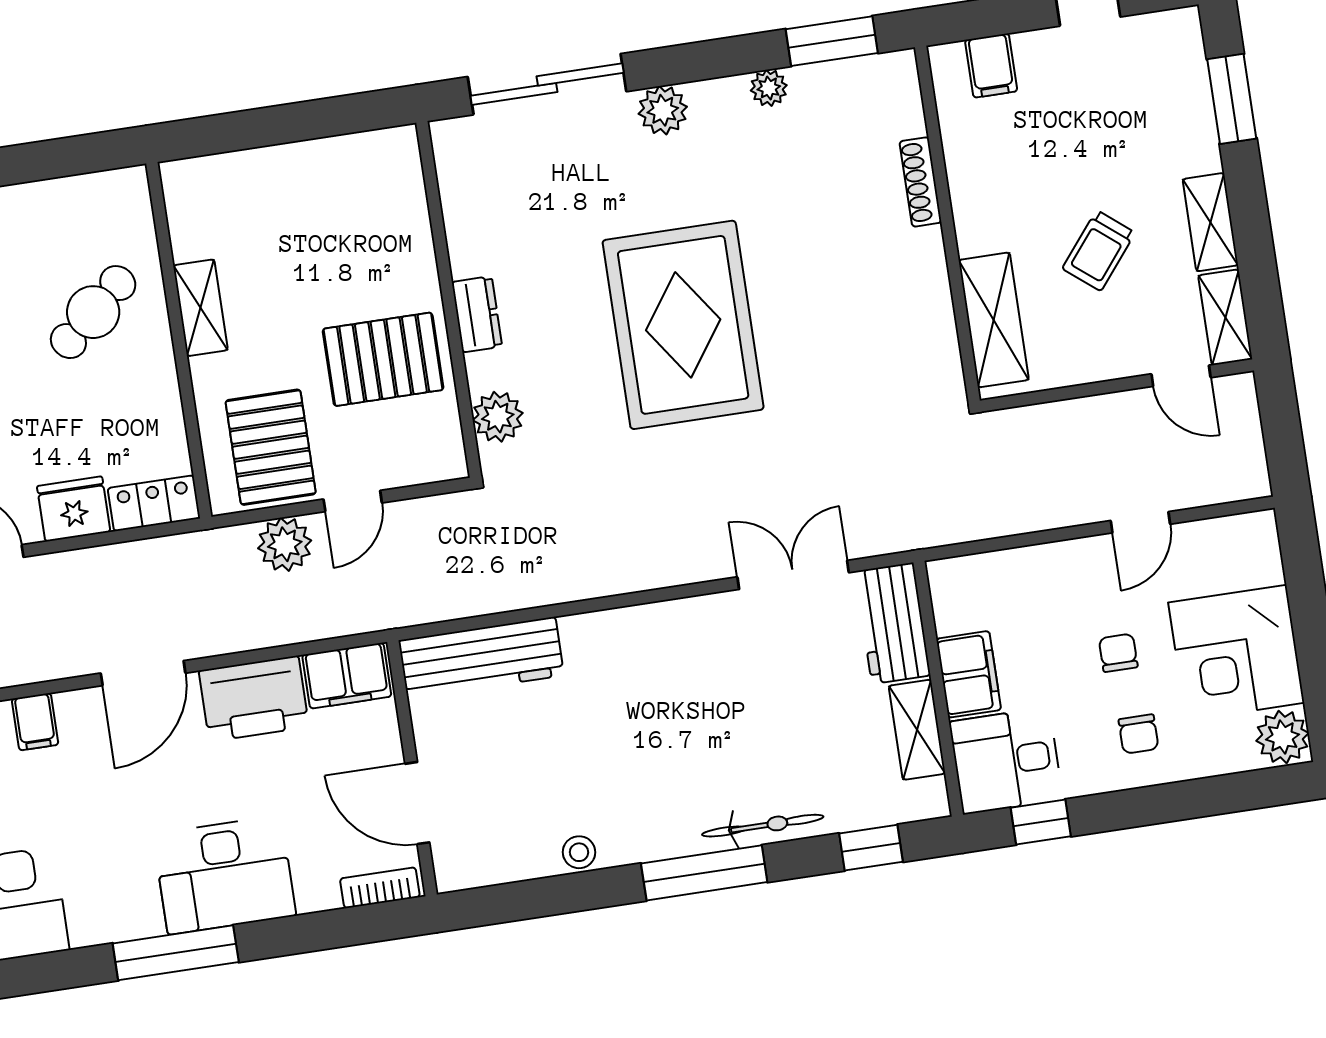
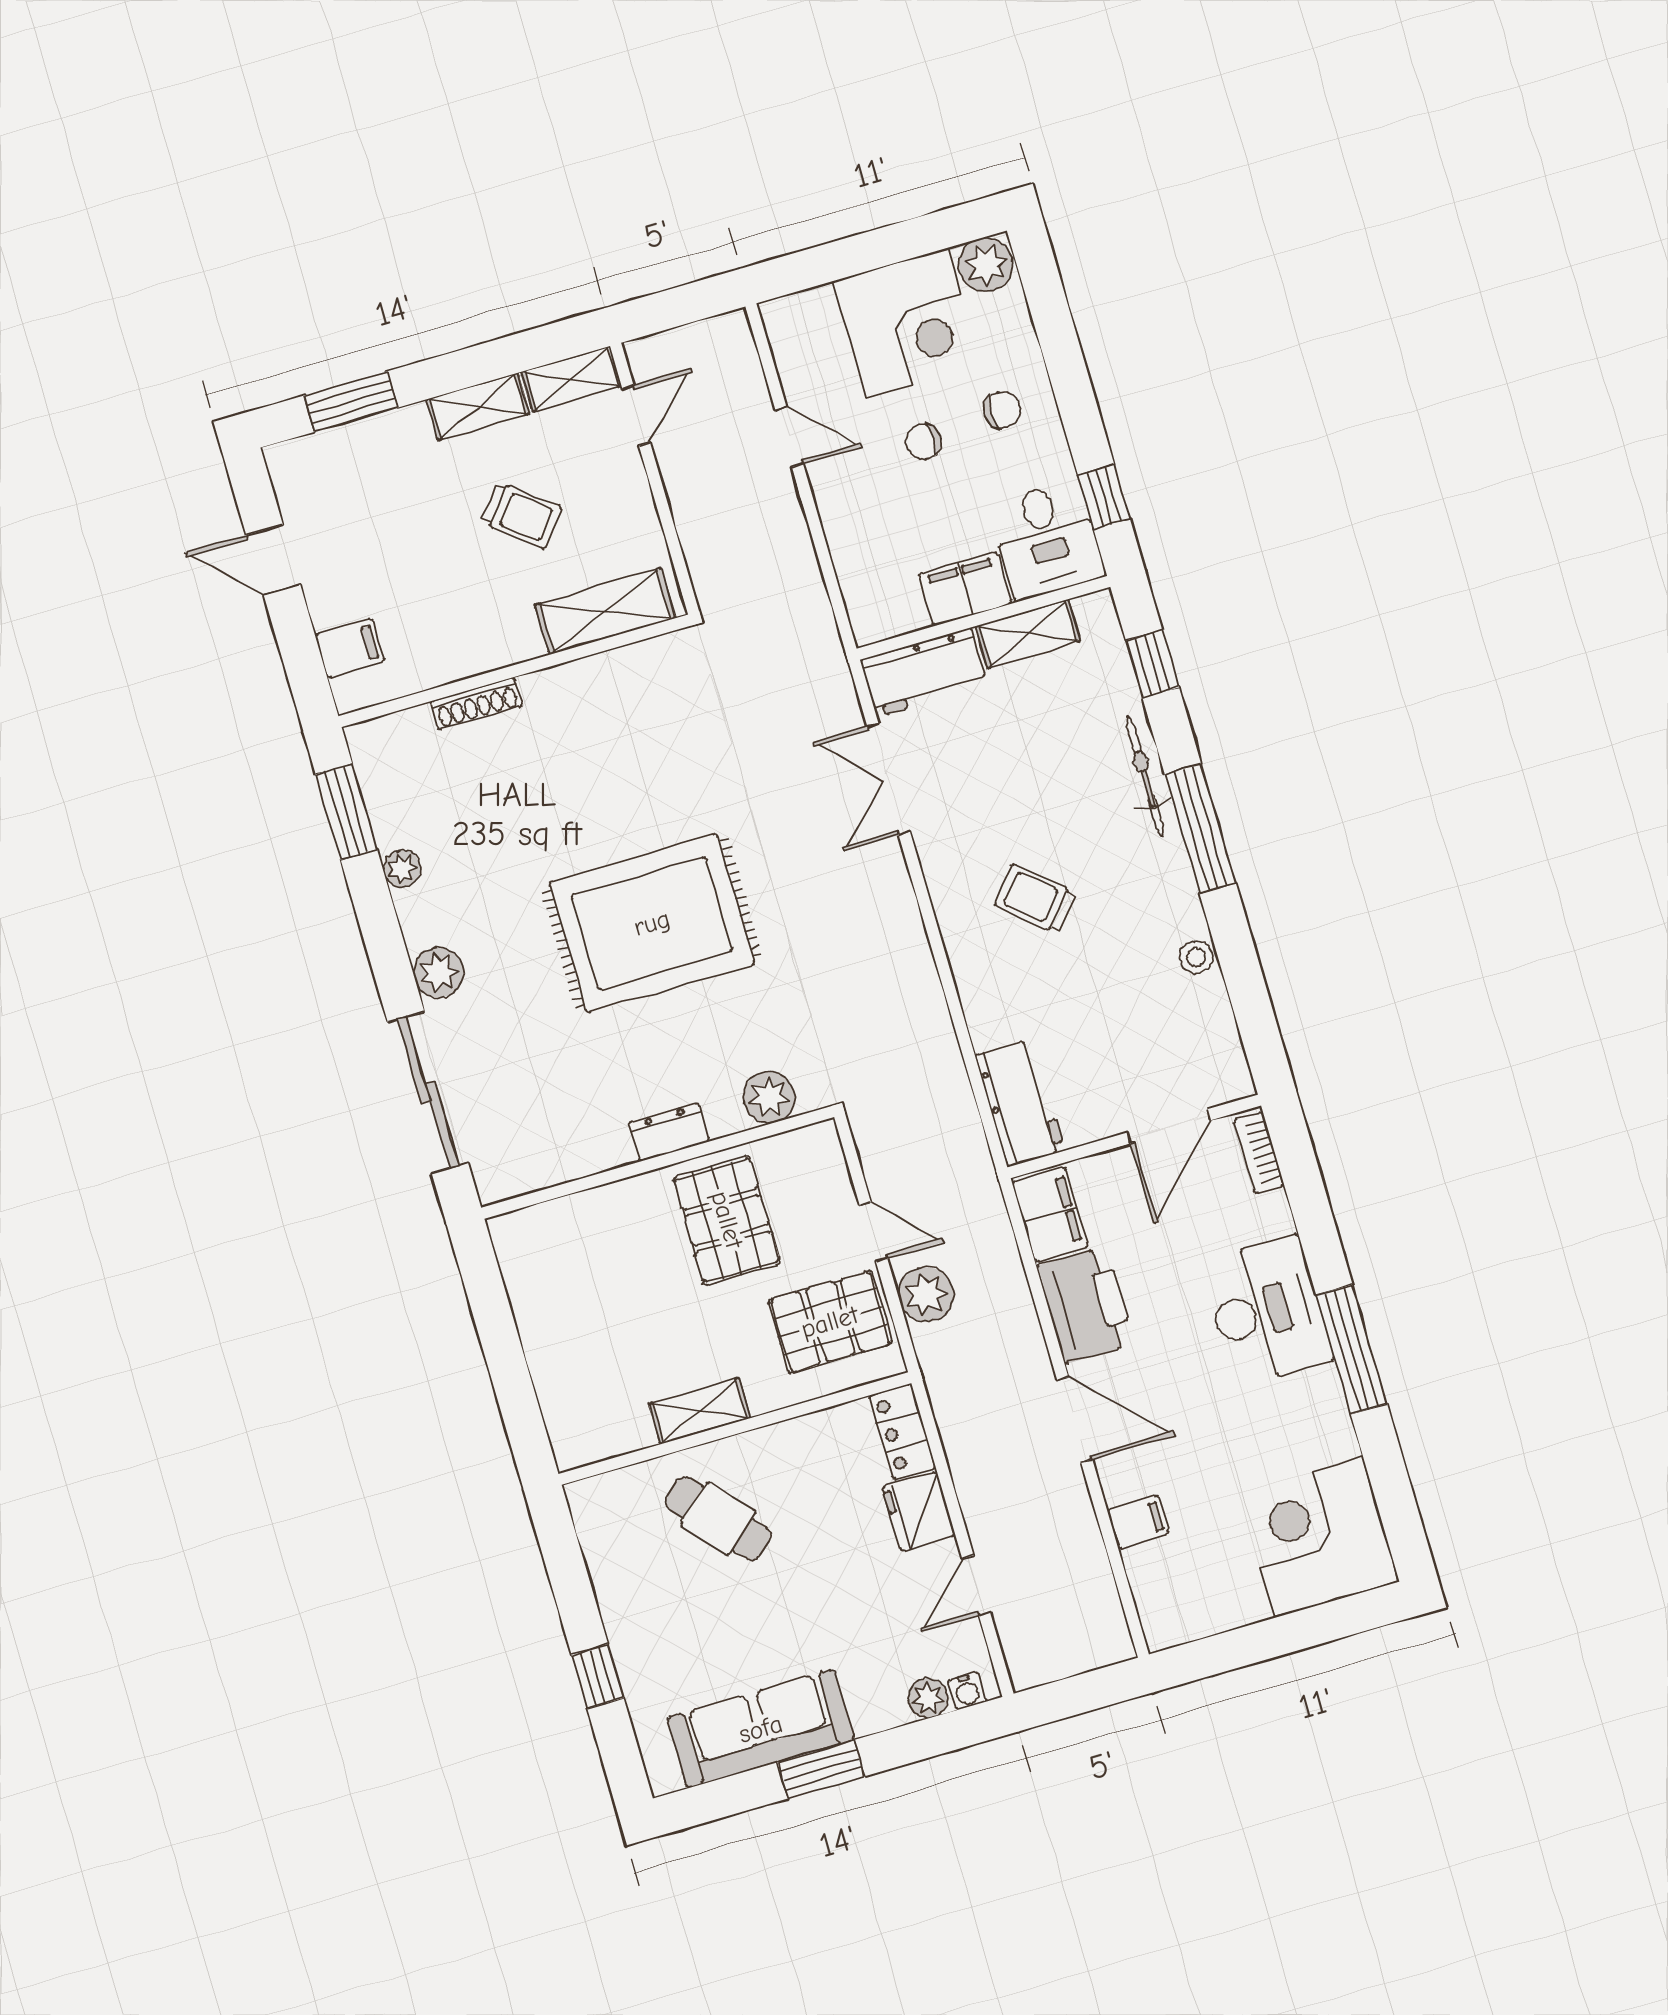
workbench: (481, 658) -> (1020, 1103), width x0.73
trolley: (657, 703) -> (1035, 899), added

